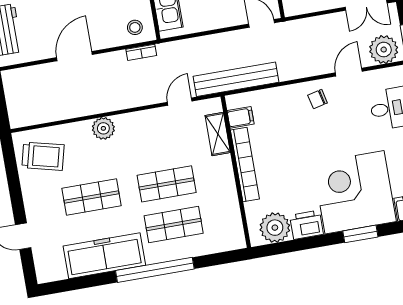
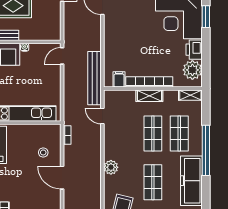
stool: (135, 27) -> (43, 152), moved
chair: (318, 99) -> (116, 29), removed
shelving: (218, 134) -> (149, 96), moved
shelving: (236, 231) -> (190, 95), added

